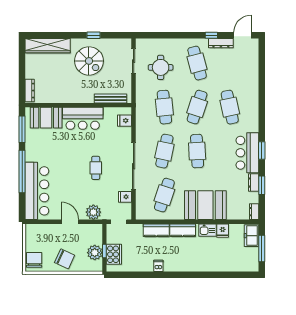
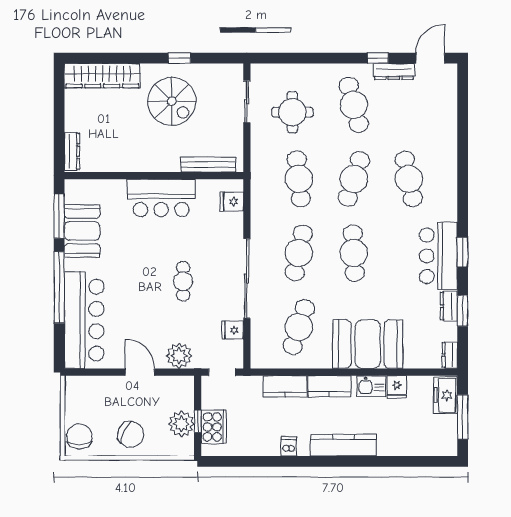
booth: (46, 118) -> (82, 231), moved, turned 90
kitchen counter: (191, 265) -> (343, 445), added

